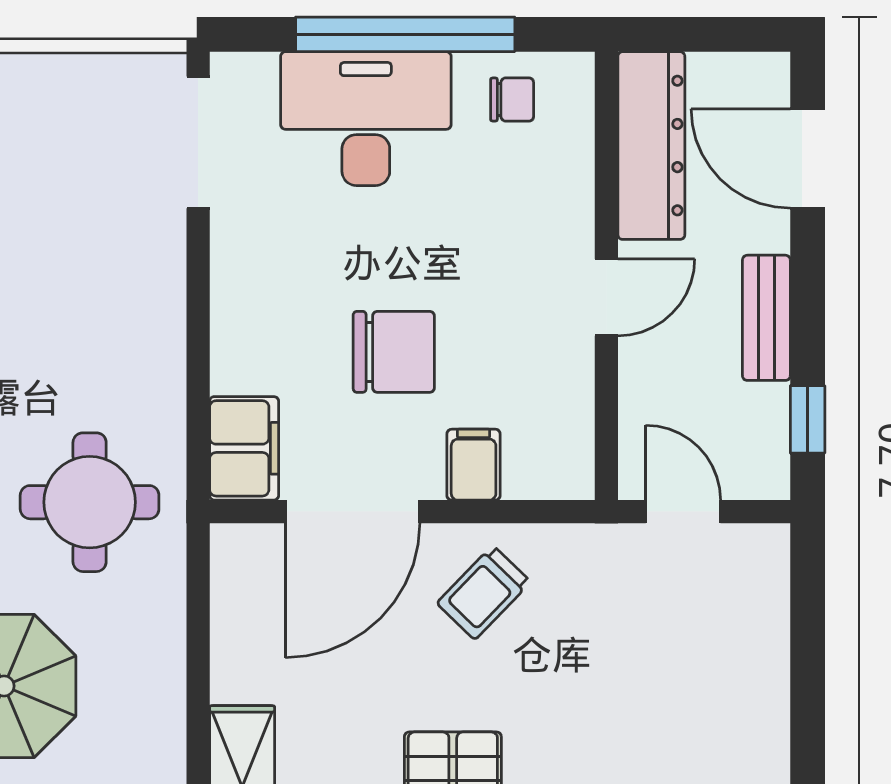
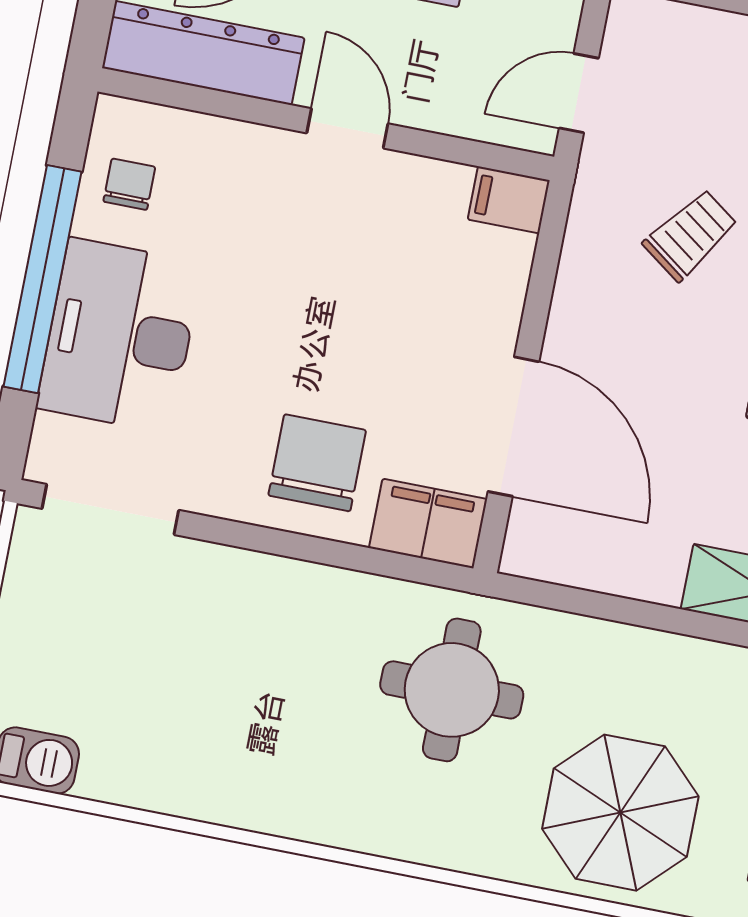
chair: (394, 352) -> (317, 463), moved
filing cabinet: (474, 465) -> (509, 200), moved
trolley: (484, 592) -> (690, 235), moved, turned -98

